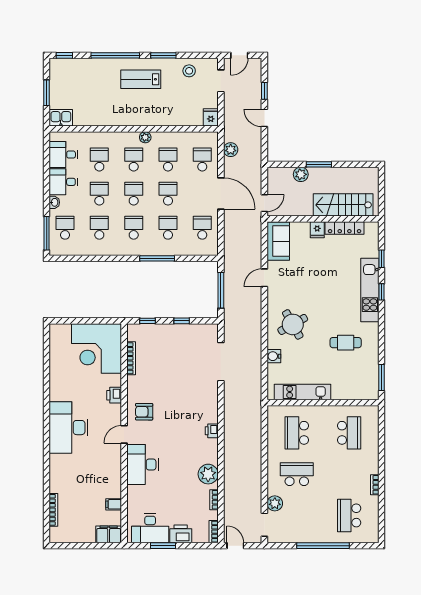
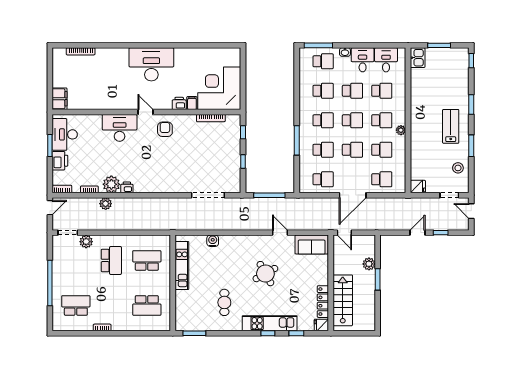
window: (115, 55) -> (471, 104), width x0.47
plant: (231, 150) -> (106, 204), moved
fridge: (317, 230) -> (321, 325), moved
round table: (293, 324) -> (265, 274), moved
printer: (212, 431) -> (127, 187), moved
filing cabinet: (114, 504) -> (192, 103), moved

